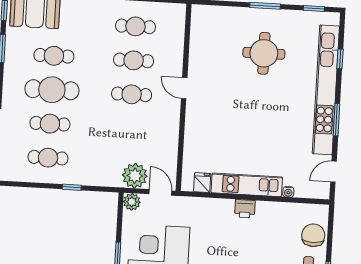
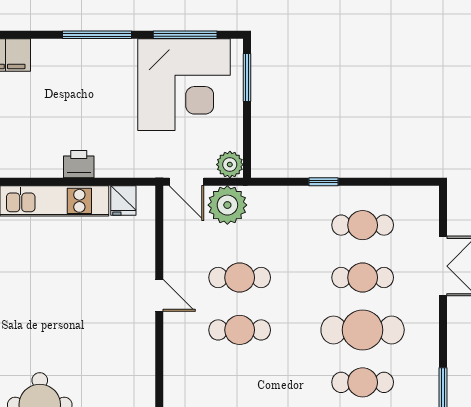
cafe table: (134, 60) -> (240, 278), moved
door: (184, 88) -> (159, 295), moved
printer: (245, 209) -> (79, 164), moved

